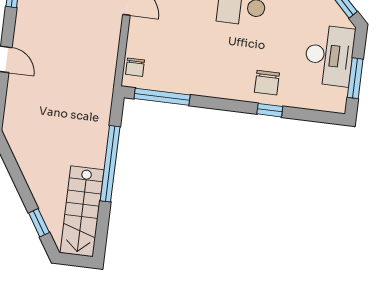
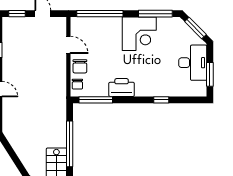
printer: (207, 82) -> (122, 88), added
chair: (267, 83) -> (80, 66), moved

